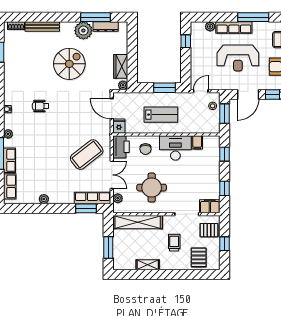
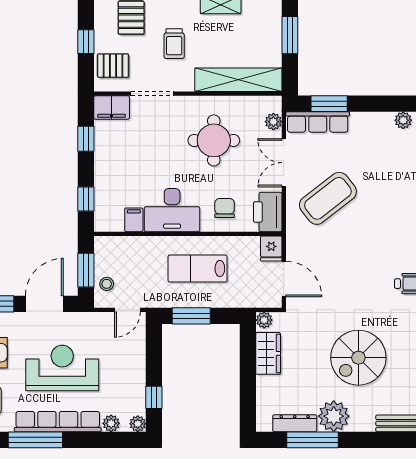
plant: (195, 26) -> (138, 424), added
row of seats: (234, 28) -> (58, 422), width x1.36

